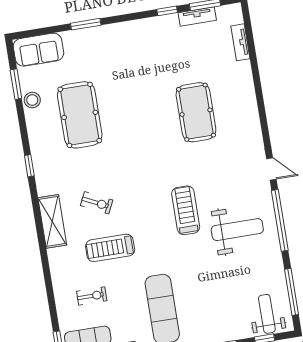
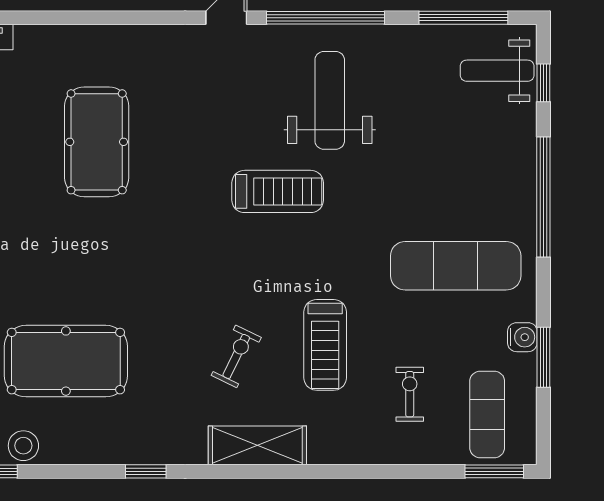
pool table: (196, 112) -> (97, 142), turned 90
treadmill: (186, 210) -> (278, 191), turned 180

